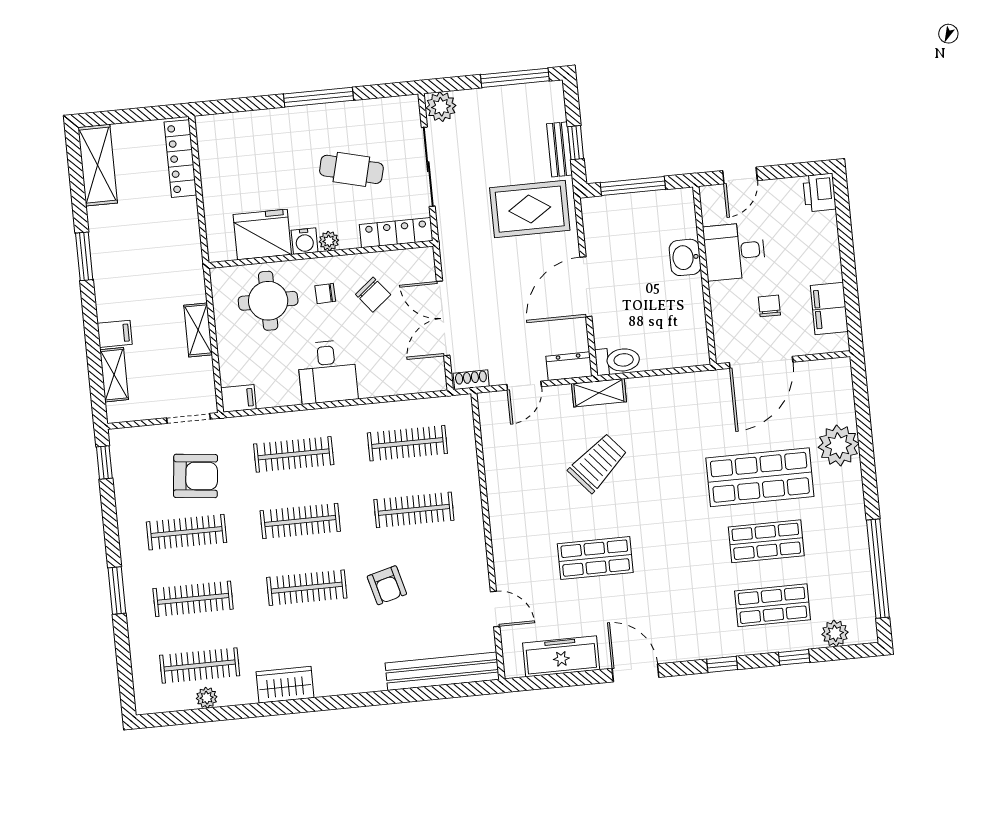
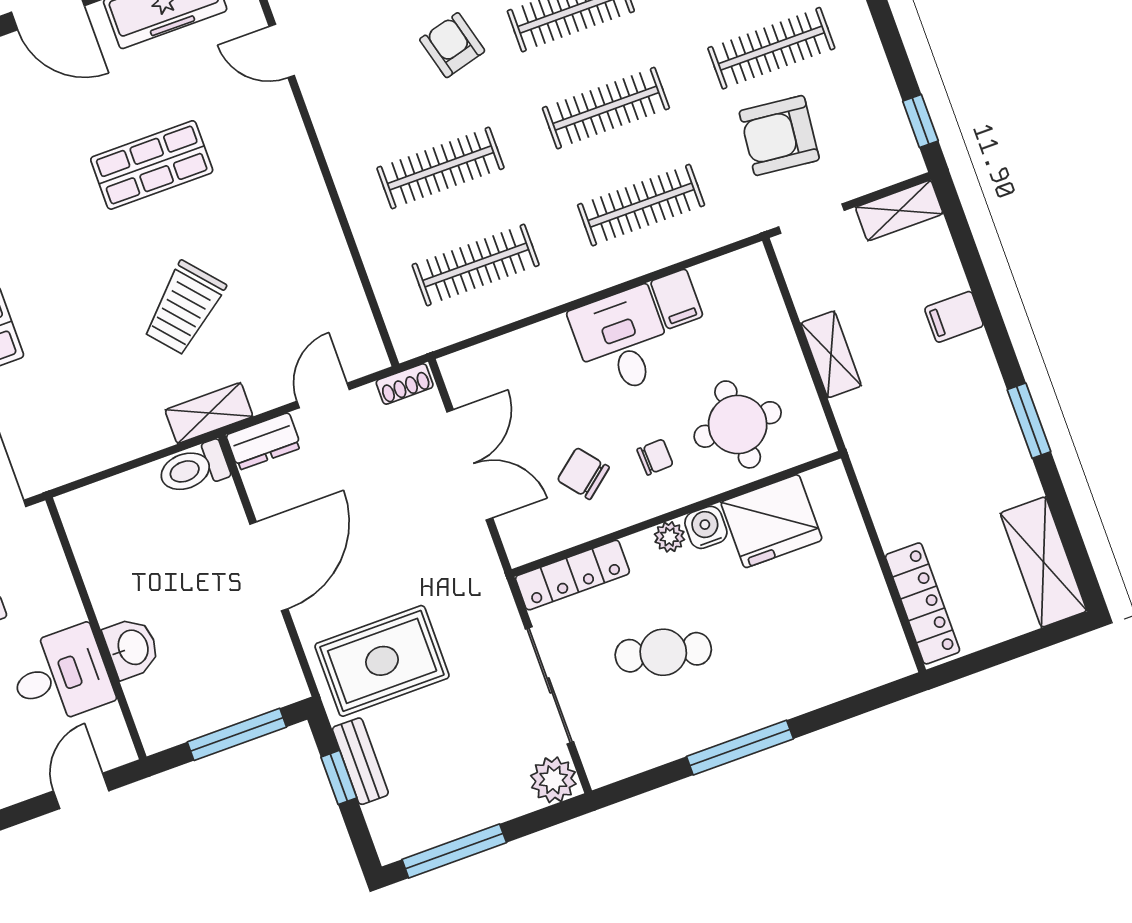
shelving: (114, 375) -> (899, 211), moved, turned 90
filing cabinet: (238, 398) -> (677, 299), moved, turned -90

